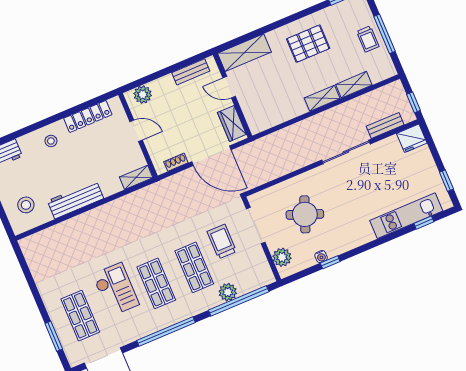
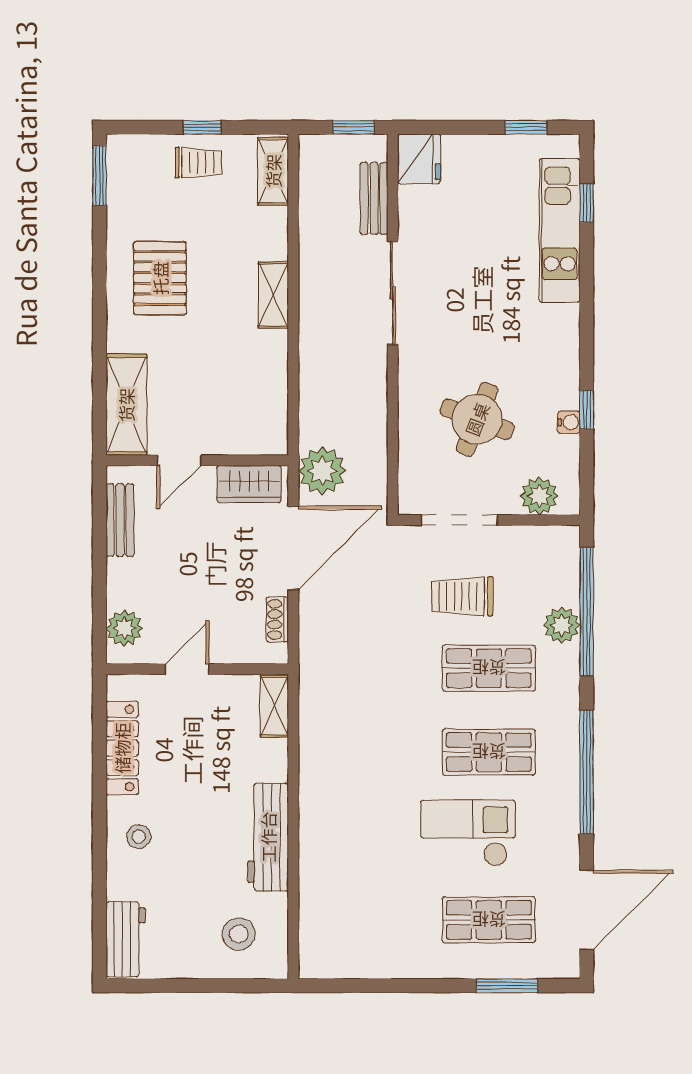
window: (385, 34) -> (202, 127), width x0.46
shelving: (354, 85) -> (273, 171), moved
plant: (252, 154) -> (322, 471), added

